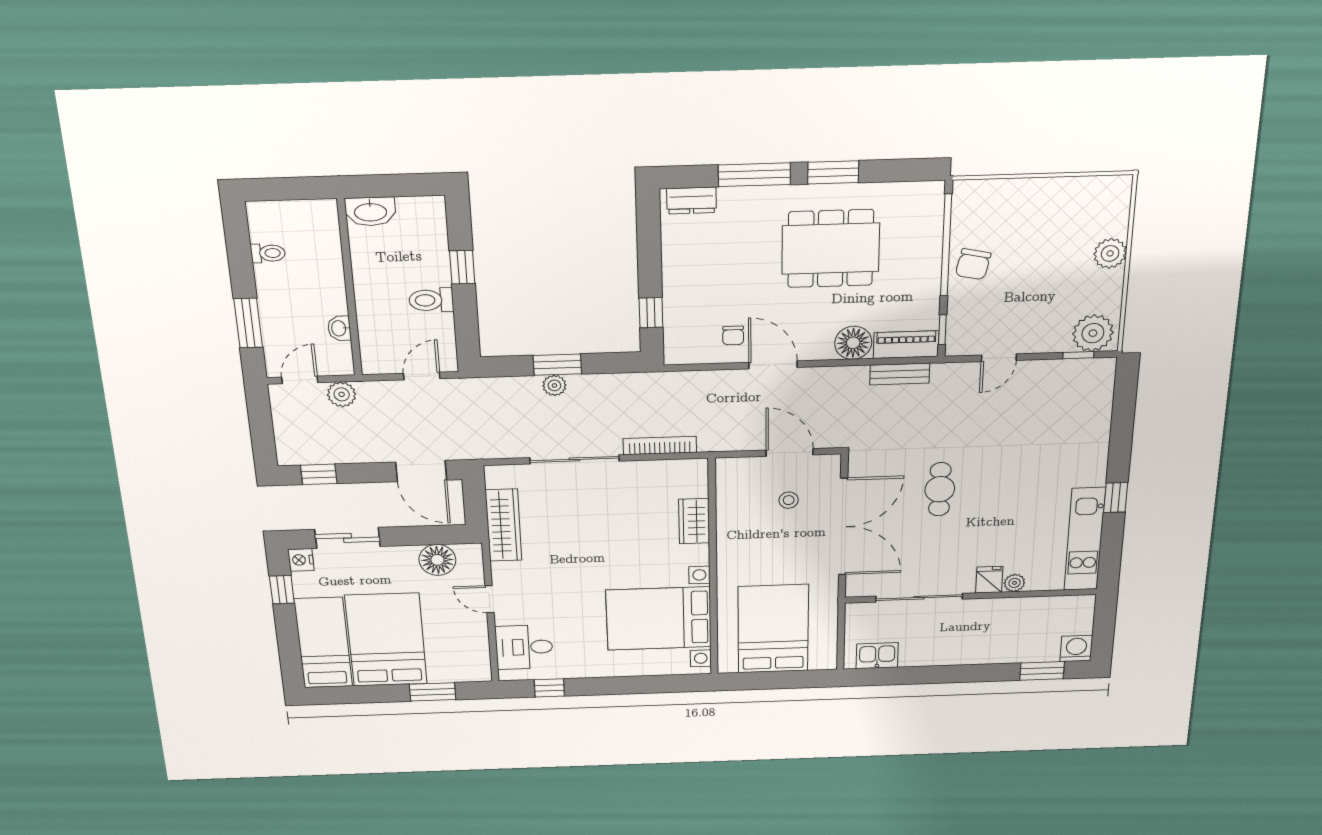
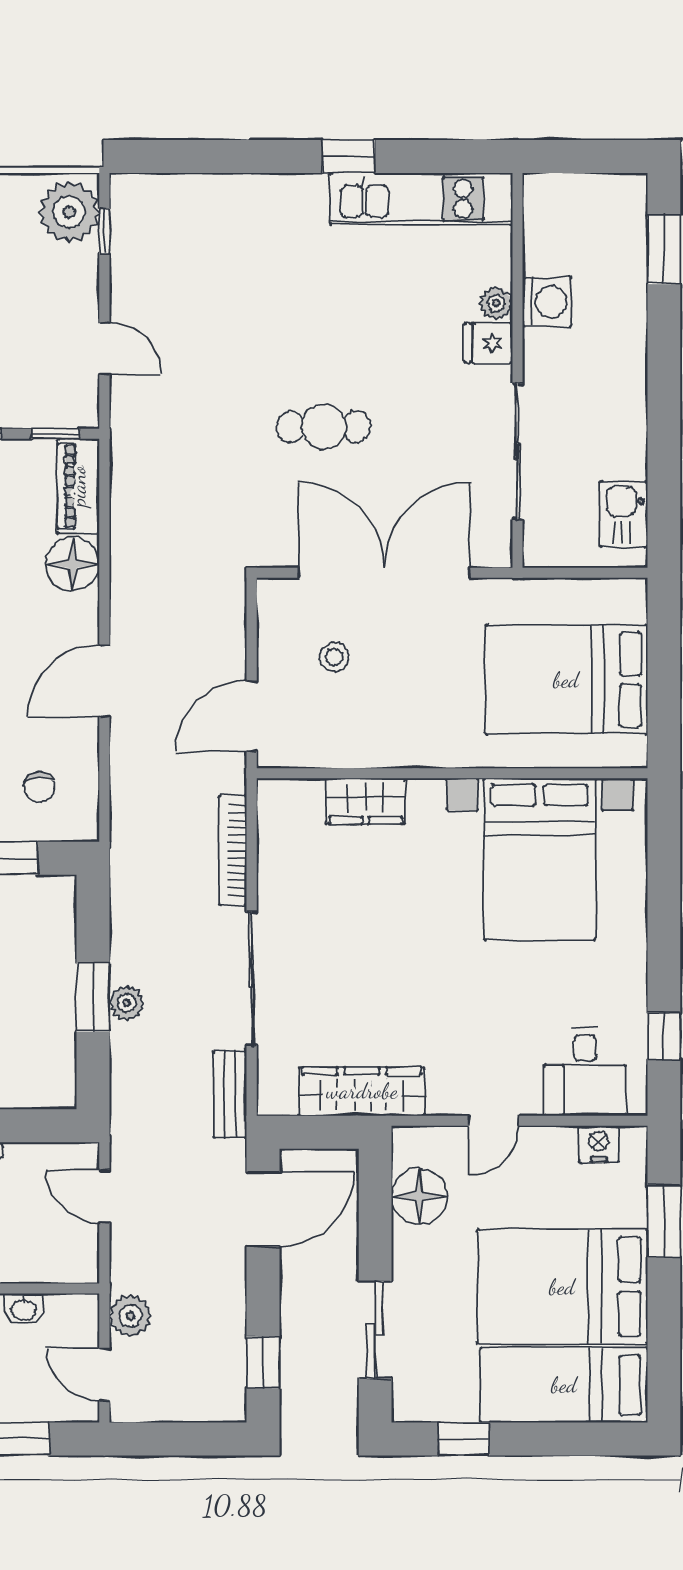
chair: (733, 335) -> (39, 787), moved, turned 90
bench: (900, 374) -> (230, 1094), moved
door: (790, 452) -> (252, 716), moved
nightstand: (301, 560) -> (599, 1144), moved, turned 180
washing machine: (1076, 649) -> (547, 302), moved, turned 180

